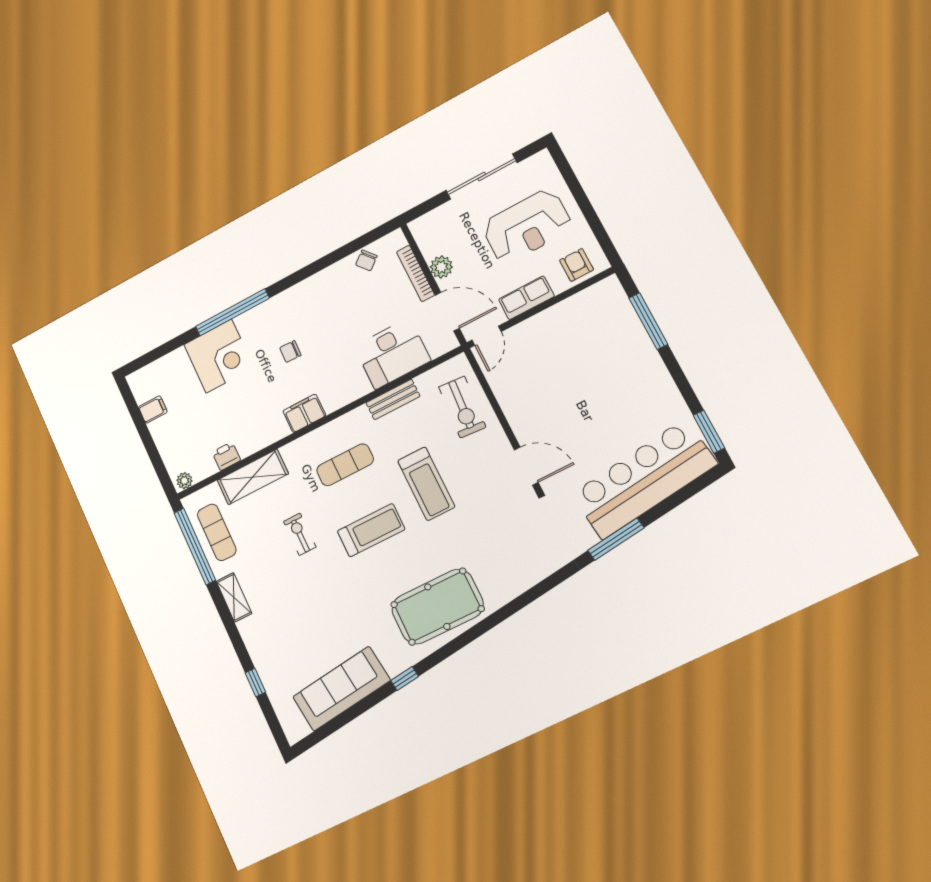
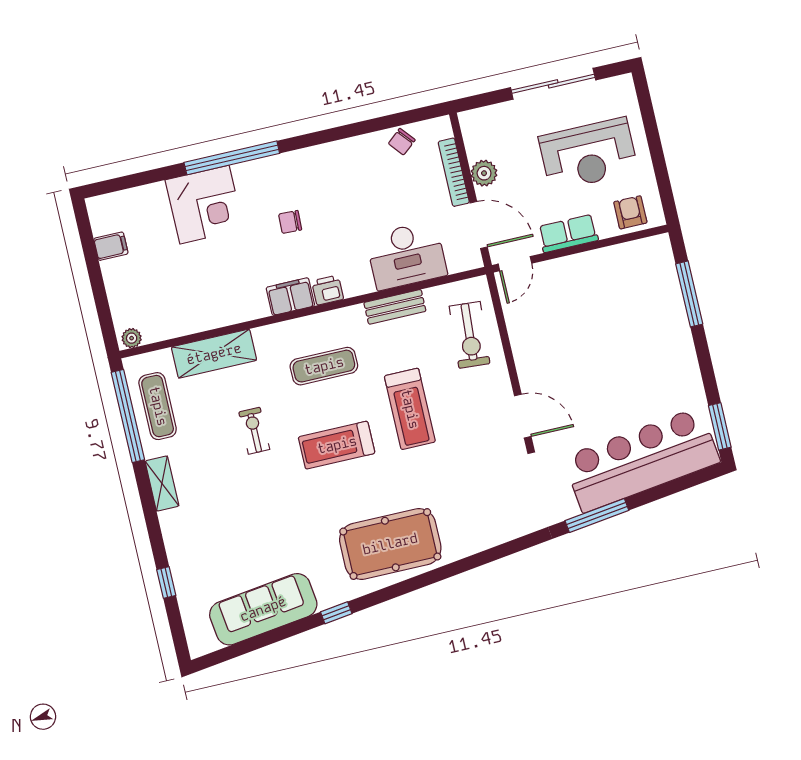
printer: (226, 456) -> (328, 290), moved
treadmill: (371, 530) -> (337, 445), turned 180

